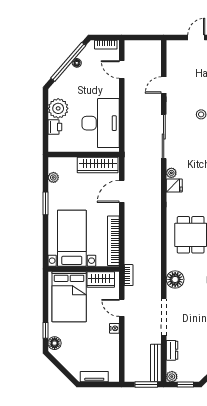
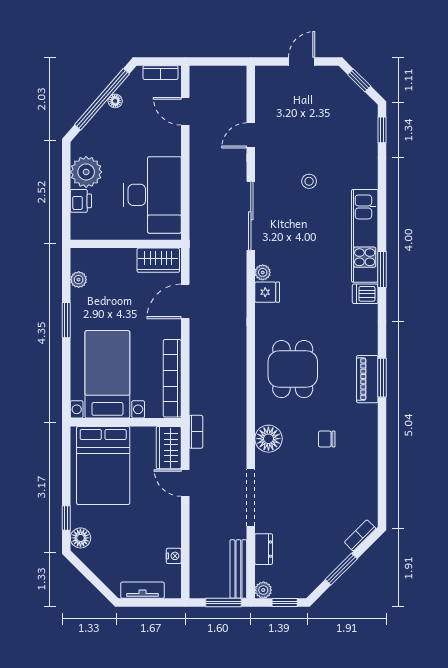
wardrobe: (98, 165) -> (158, 260), width x0.67
wardrobe: (101, 279) -> (169, 448), moved, turned 90
nightstand: (114, 328) -> (174, 556), moved

